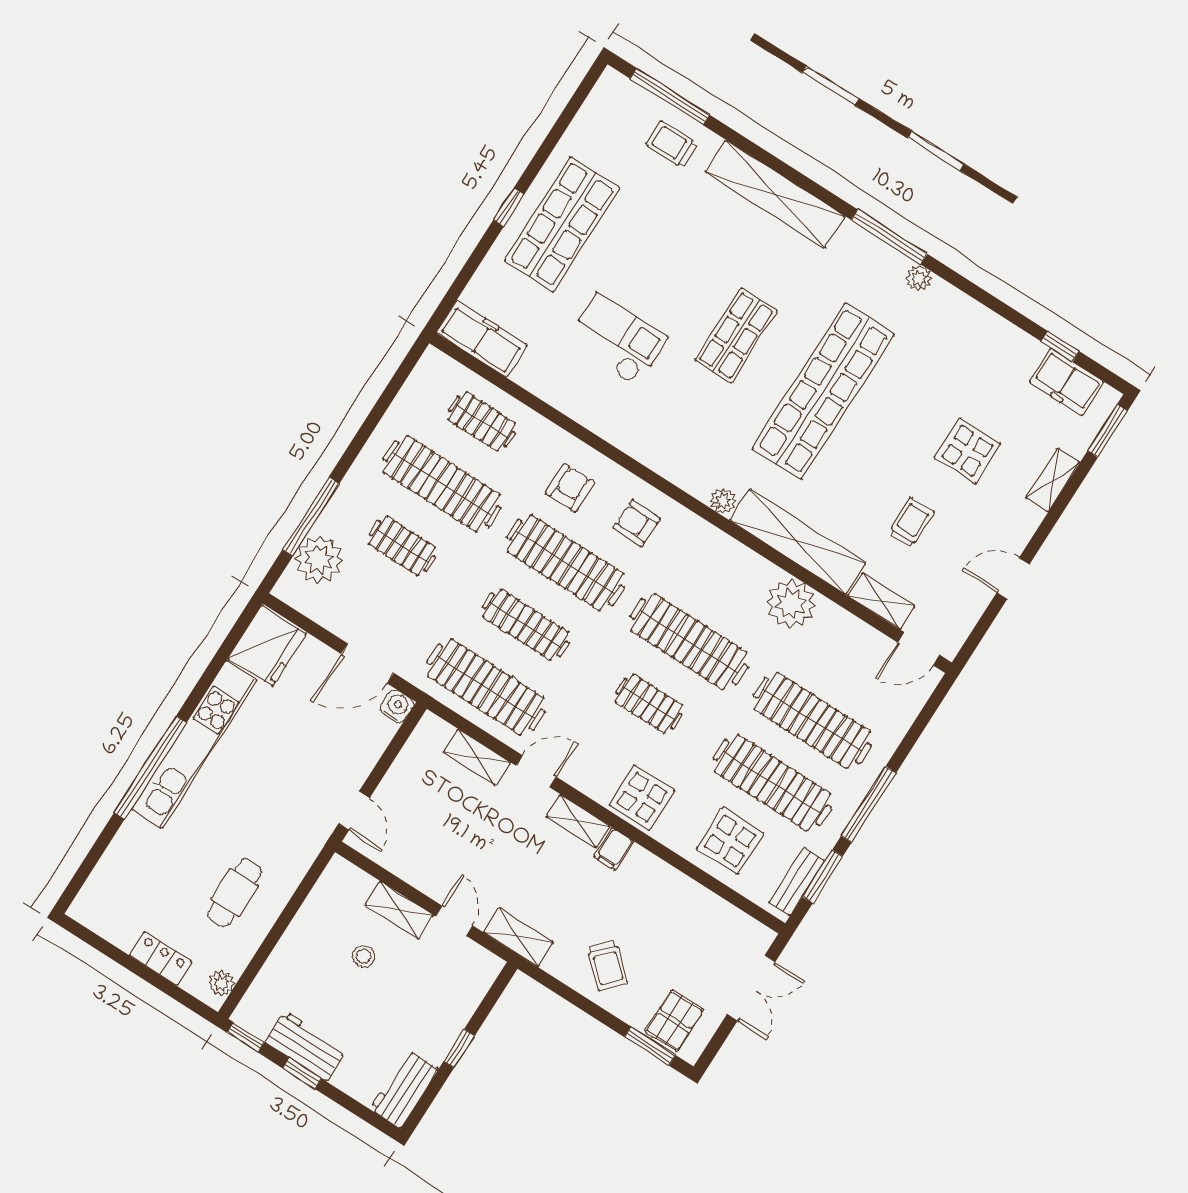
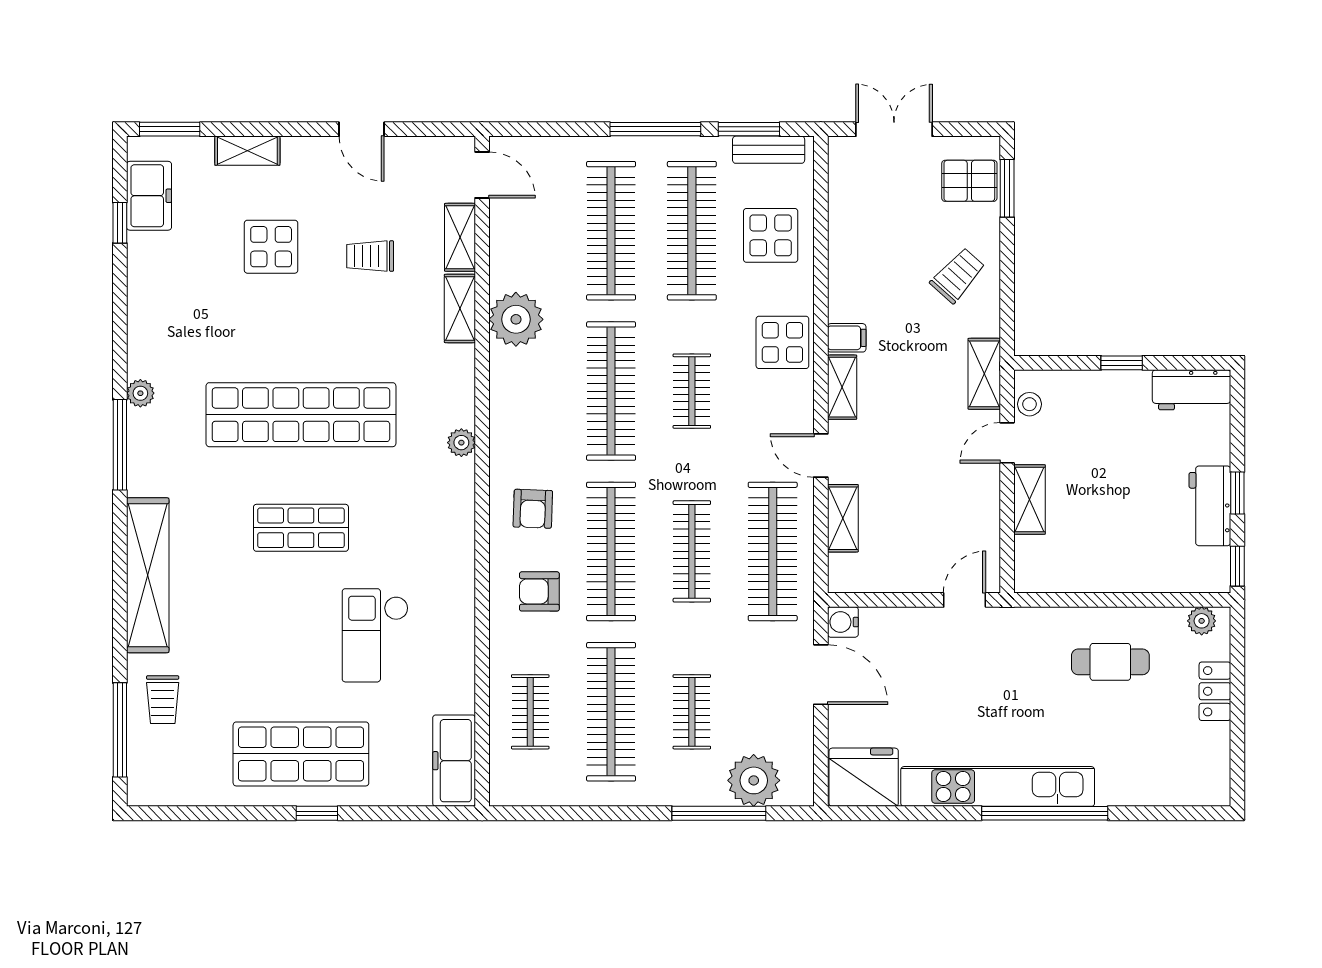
shelving: (798, 542) -> (460, 308), width x0.45, depth x0.75
stool: (364, 956) -> (1030, 404), moved

